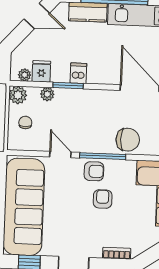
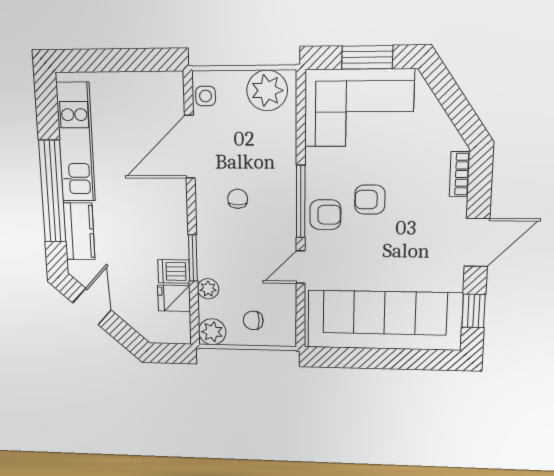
dishwasher: (78, 73) -> (174, 271), moved
plant: (25, 75) -> (181, 323), removed
chair: (128, 140) -> (238, 199), moved, width x0.54, depth x0.54
armchair: (94, 171) -> (325, 215), turned 90

